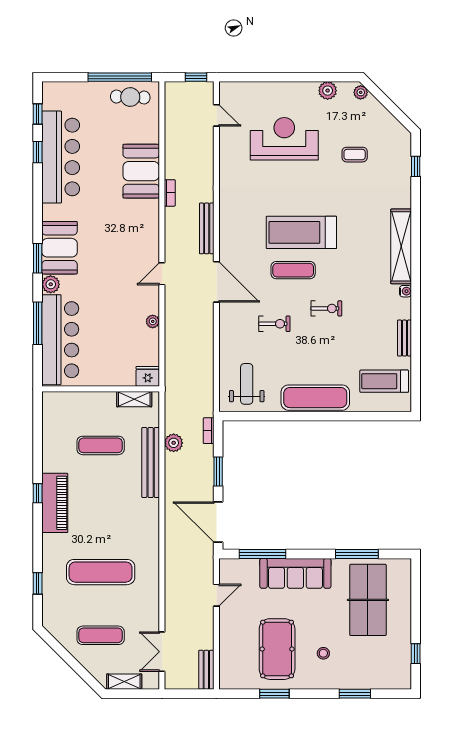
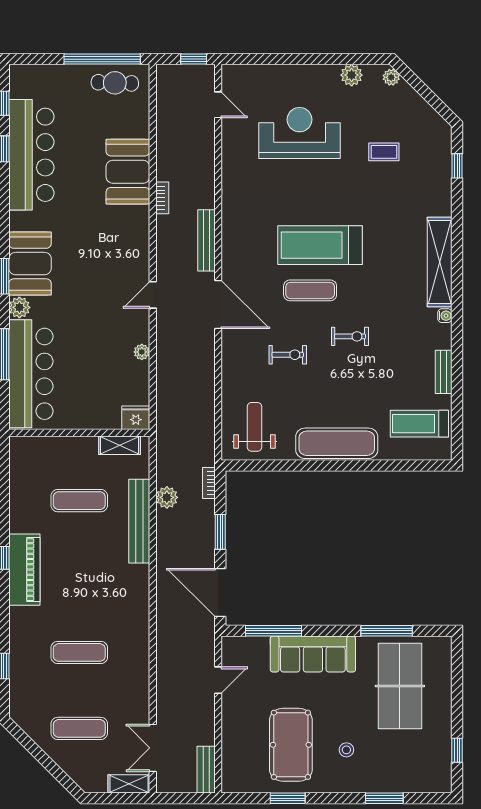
exercise mat: (101, 572) -> (79, 652), width x0.73, depth x0.69
shelving: (124, 682) -> (129, 784), moved

